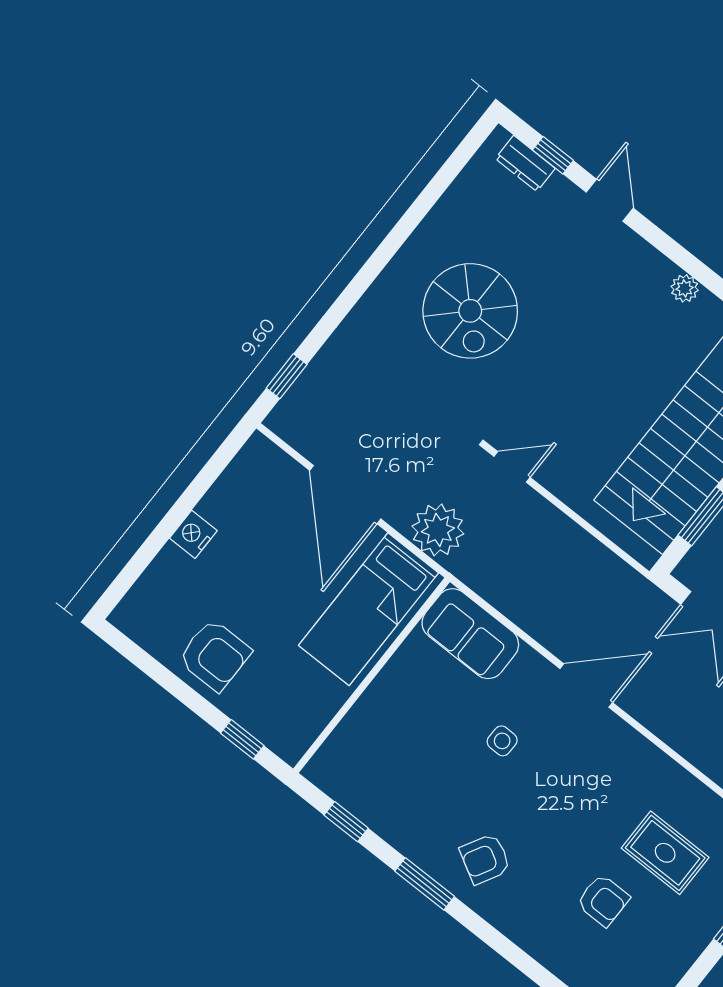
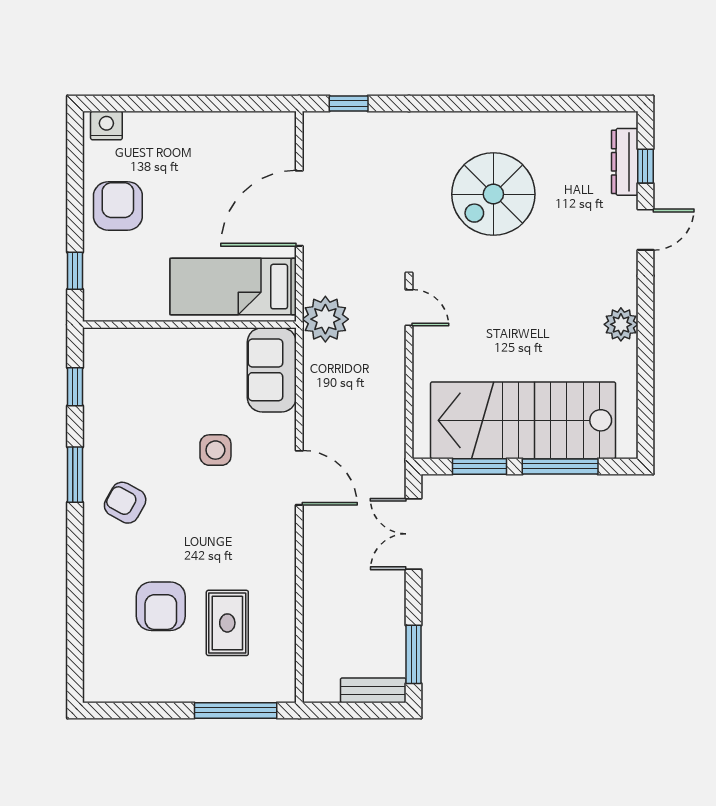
dresser: (525, 163) -> (625, 162), width x1.44
plant: (685, 288) -> (621, 324), width x1.38, depth x1.38
plant: (438, 530) -> (325, 319), moved
nightstand: (193, 534) -> (106, 126), moved
armchair: (215, 655) -> (118, 206), turned 180
side table: (502, 741) -> (215, 450), width x1.37, depth x1.37
armchair: (603, 900) -> (161, 606), width x1.38, depth x1.38

